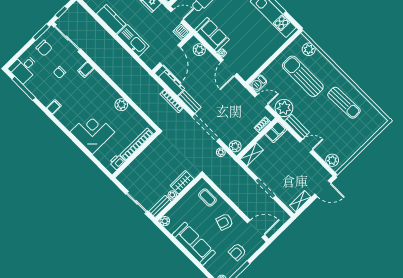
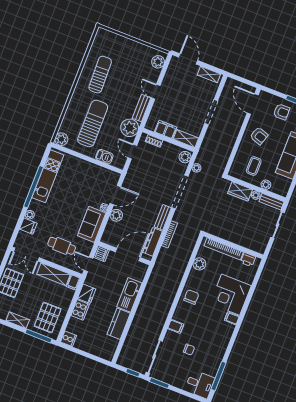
chair: (44, 48) -> (191, 297), moved
plant: (309, 49) -> (61, 139), moved
plant: (199, 50) -> (116, 215), moved
sun lounger: (303, 76) -> (93, 123), turned 180
barbecue: (258, 83) -> (104, 157), moved
plant: (121, 105) -> (199, 264), moved
filing cabinet: (54, 107) -> (232, 318), moved
filing cabinet: (276, 132) -> (166, 130), moved
coffee table: (207, 198) -> (254, 166), moved
plant: (165, 221) -> (266, 185), moved

